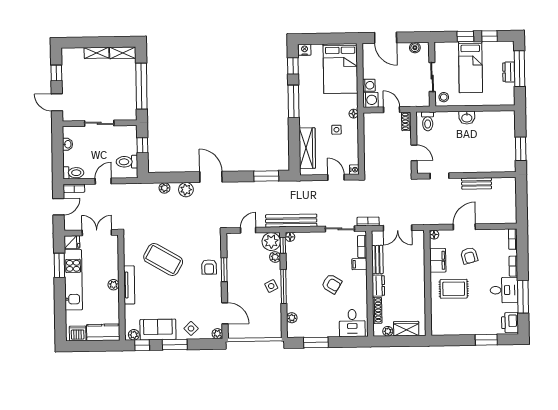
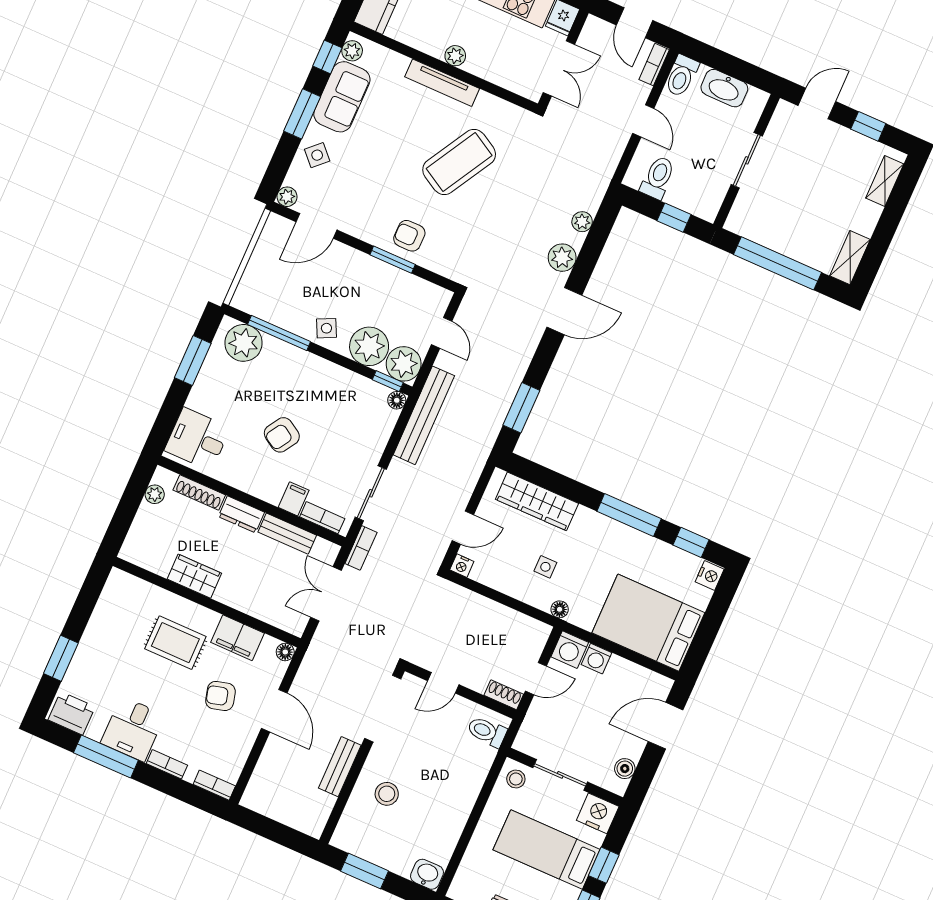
nightstand: (442, 51) -> (598, 813), added
shelving: (96, 53) -> (885, 181), moved
washbasin: (467, 118) -> (427, 874), moved, turned 90
washbasin: (68, 144) -> (724, 88), width x1.91, depth x1.45
stool: (479, 155) -> (387, 794), added
doorway: (440, 176) -> (383, 709), width x1.88
plant: (275, 257) -> (369, 346), width x1.87, depth x1.87
window: (284, 286) -> (279, 333), moved
rug: (454, 289) -> (175, 643), turned 90
plant: (292, 318) -> (243, 343), width x1.87, depth x1.87
wardrobe: (406, 329) -> (194, 576), moved, turned -90

